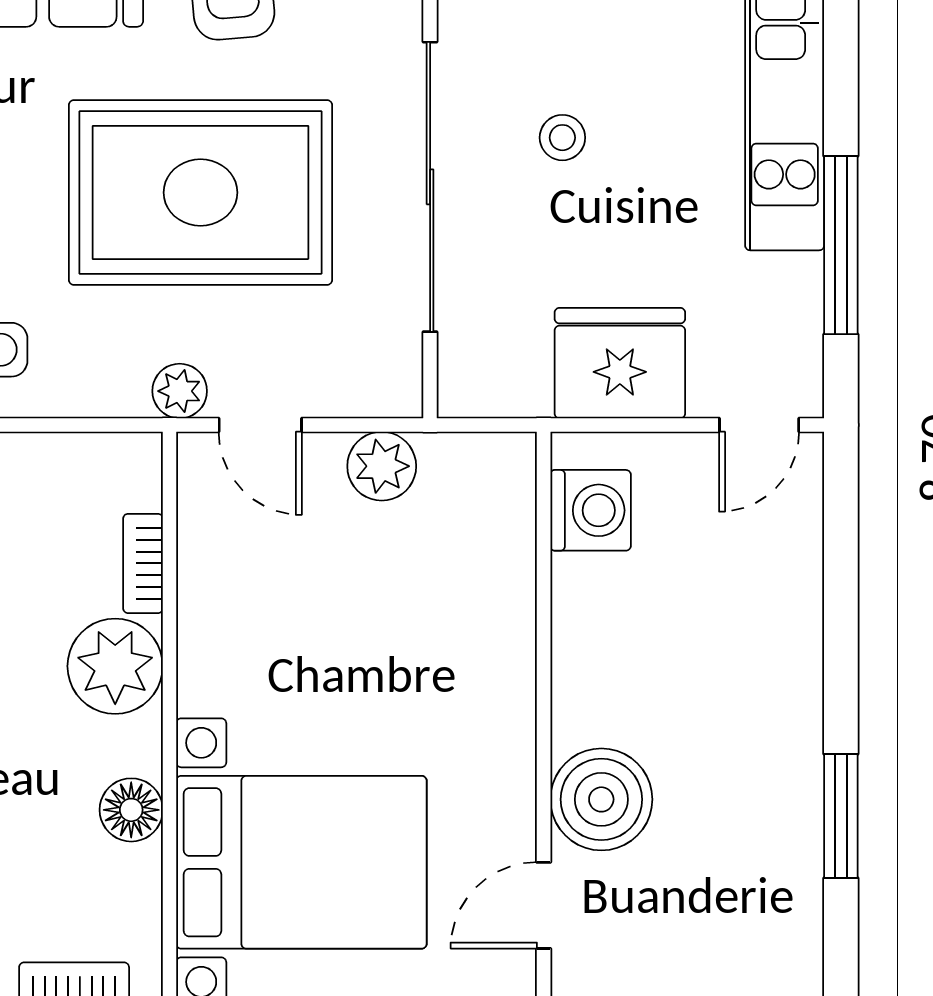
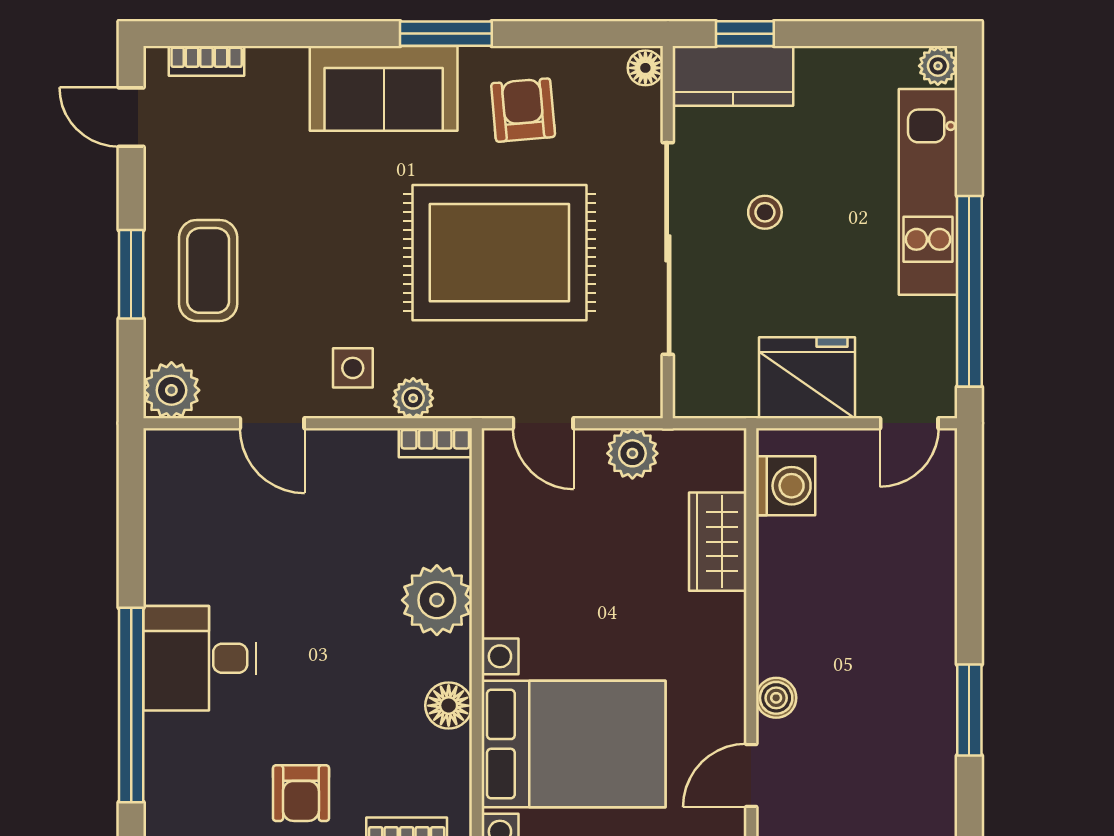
window: (841, 245) -> (969, 291), width x1.46
plant: (180, 391) -> (413, 398), moved
bookcase: (143, 563) -> (435, 443), moved, turned -90
wardrobe: (498, 587) -> (718, 542), added
boiler: (601, 799) -> (776, 698), width x0.54, depth x0.54

